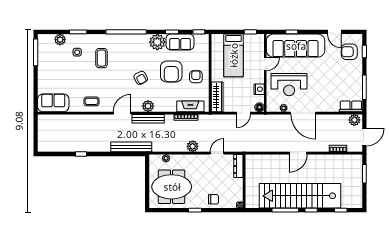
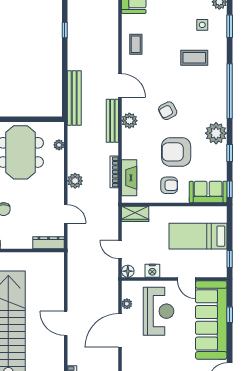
sofa: (180, 42) -> (208, 192), moved, turned 90
reception desk: (289, 85) -> (159, 311), turned 180
wardrobe: (217, 97) -> (135, 214), width x0.67

